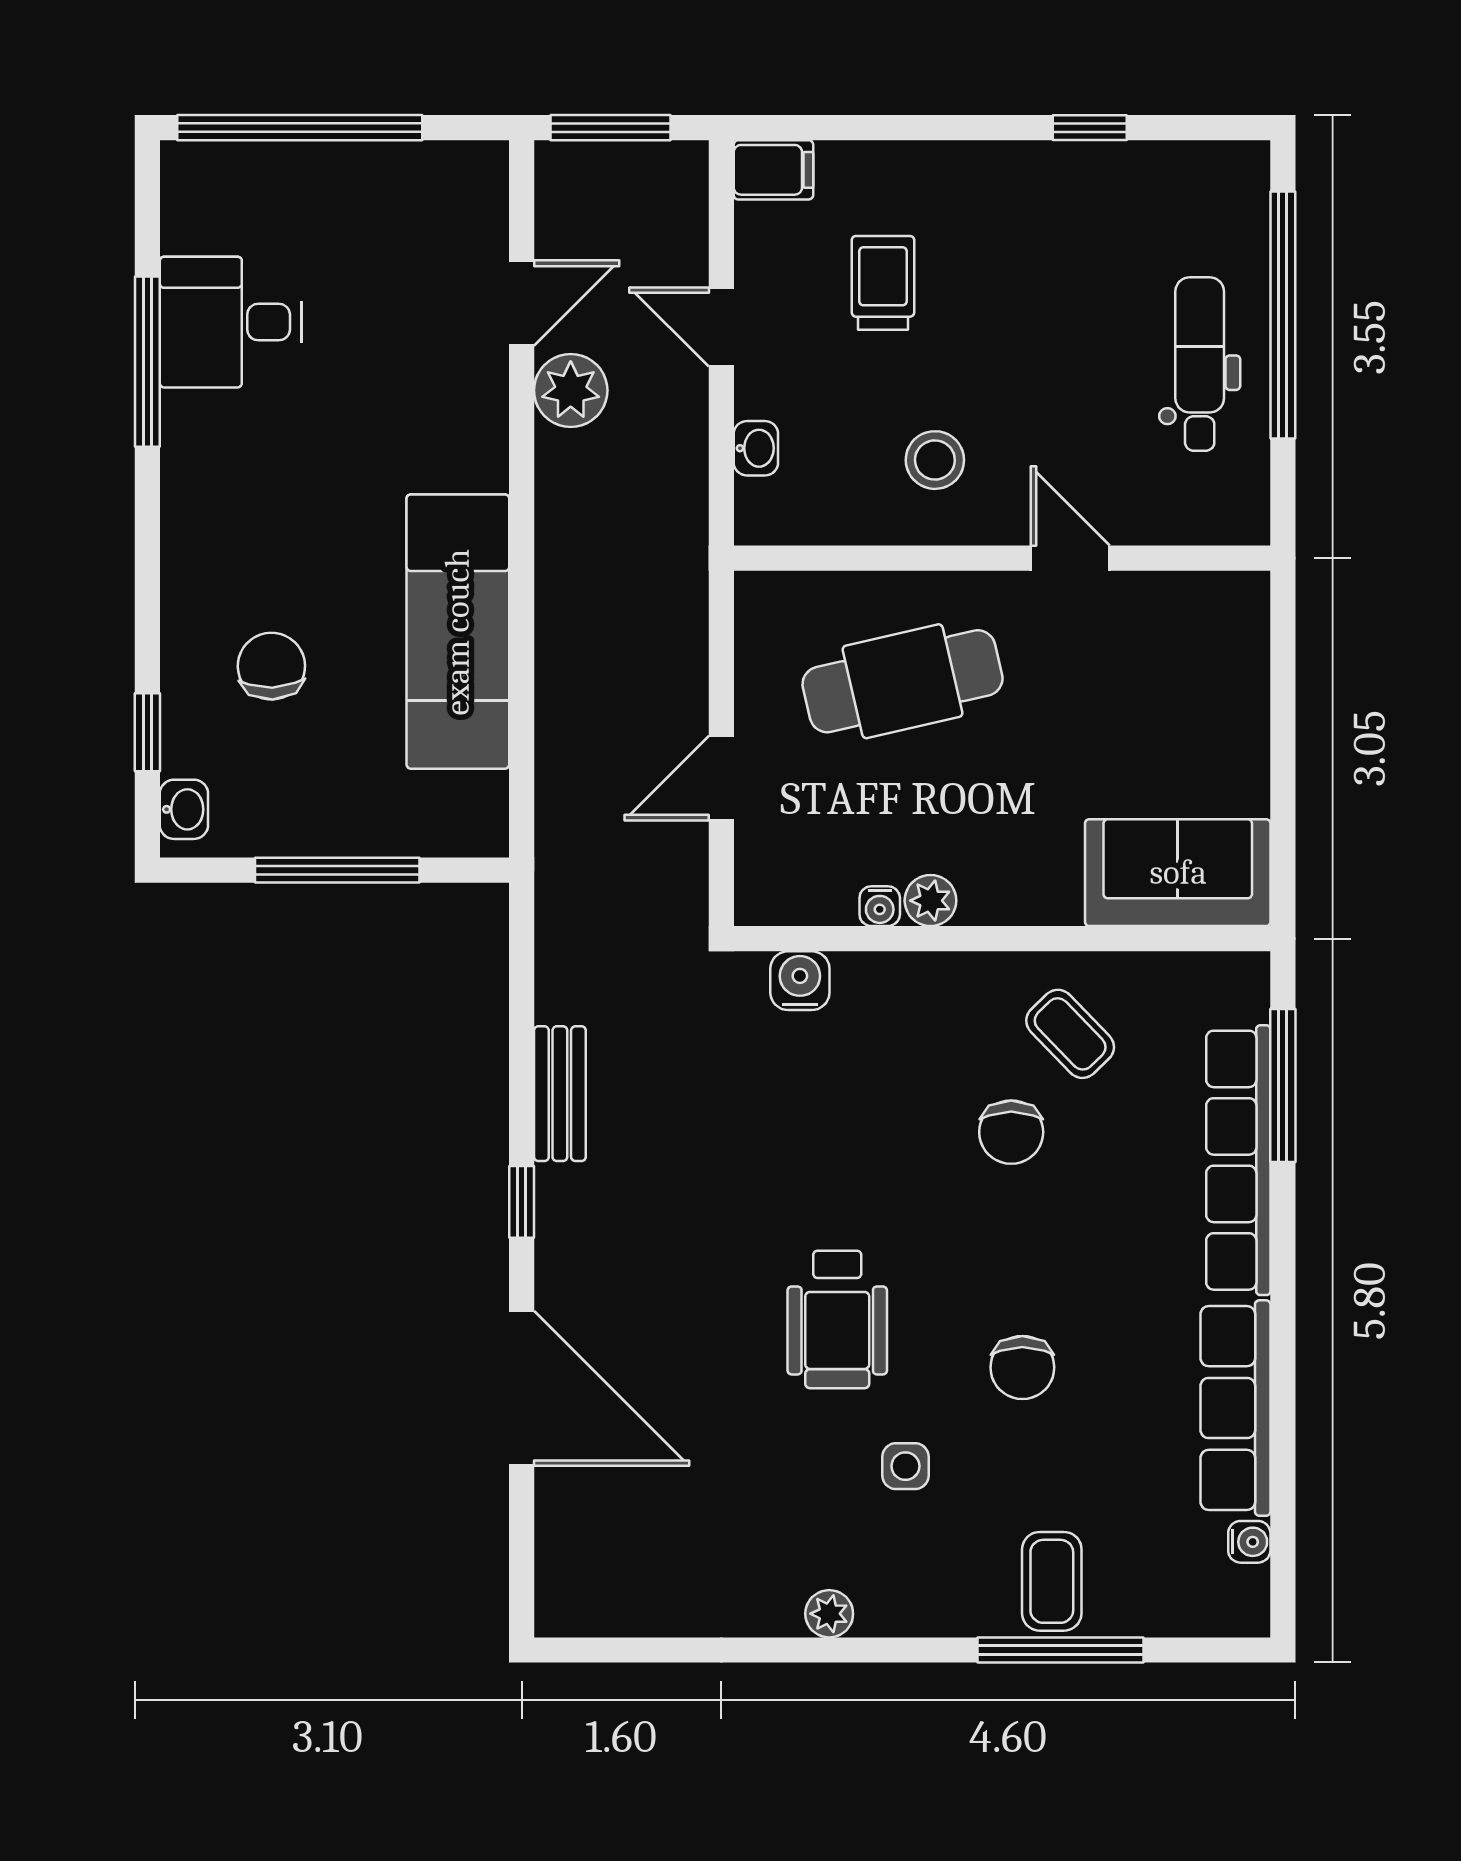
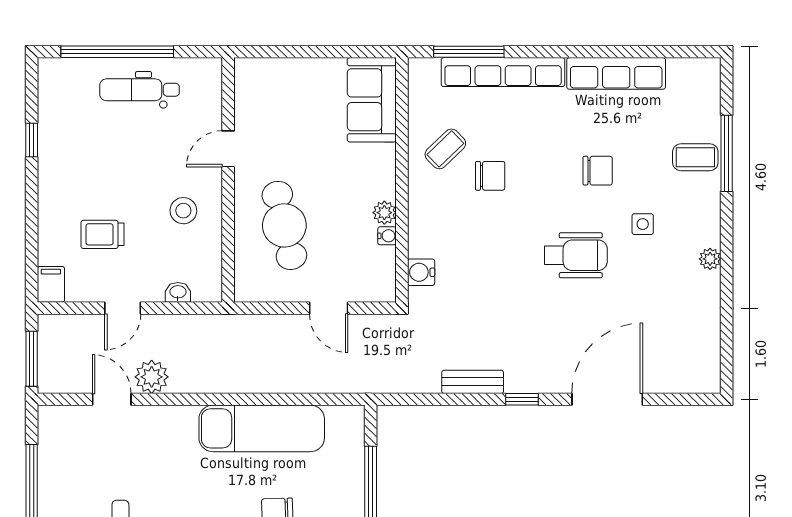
water cooler: (1249, 1542) -> (677, 67), removed

